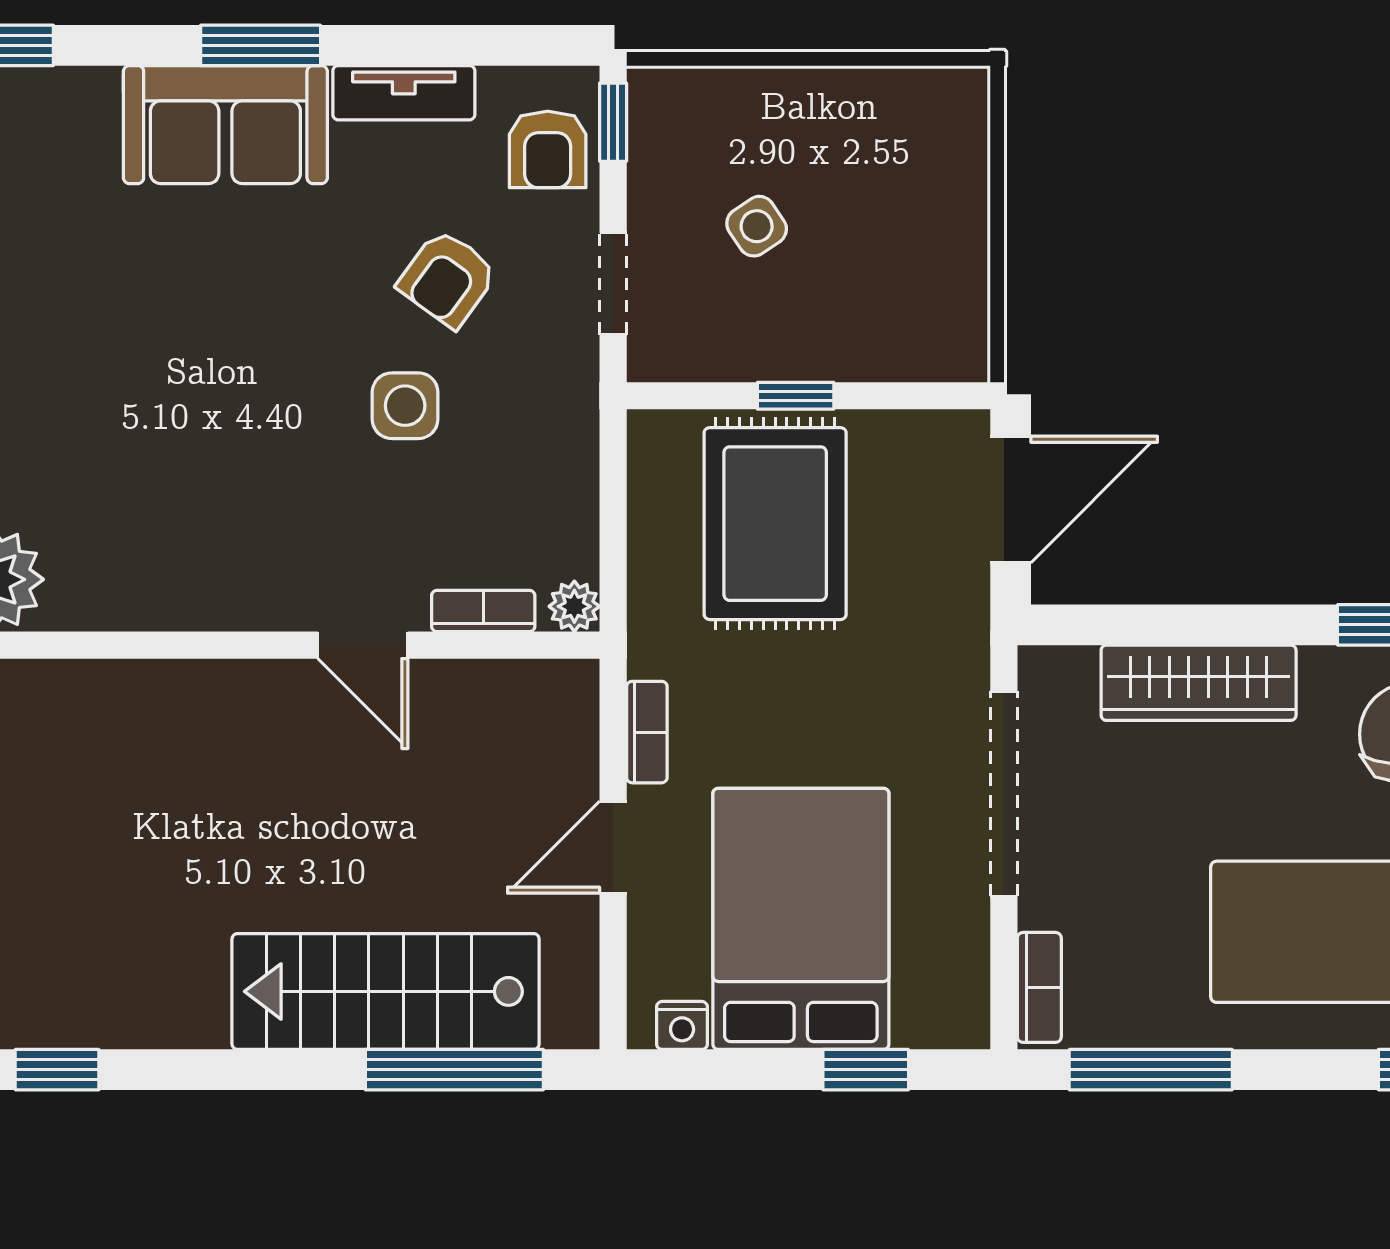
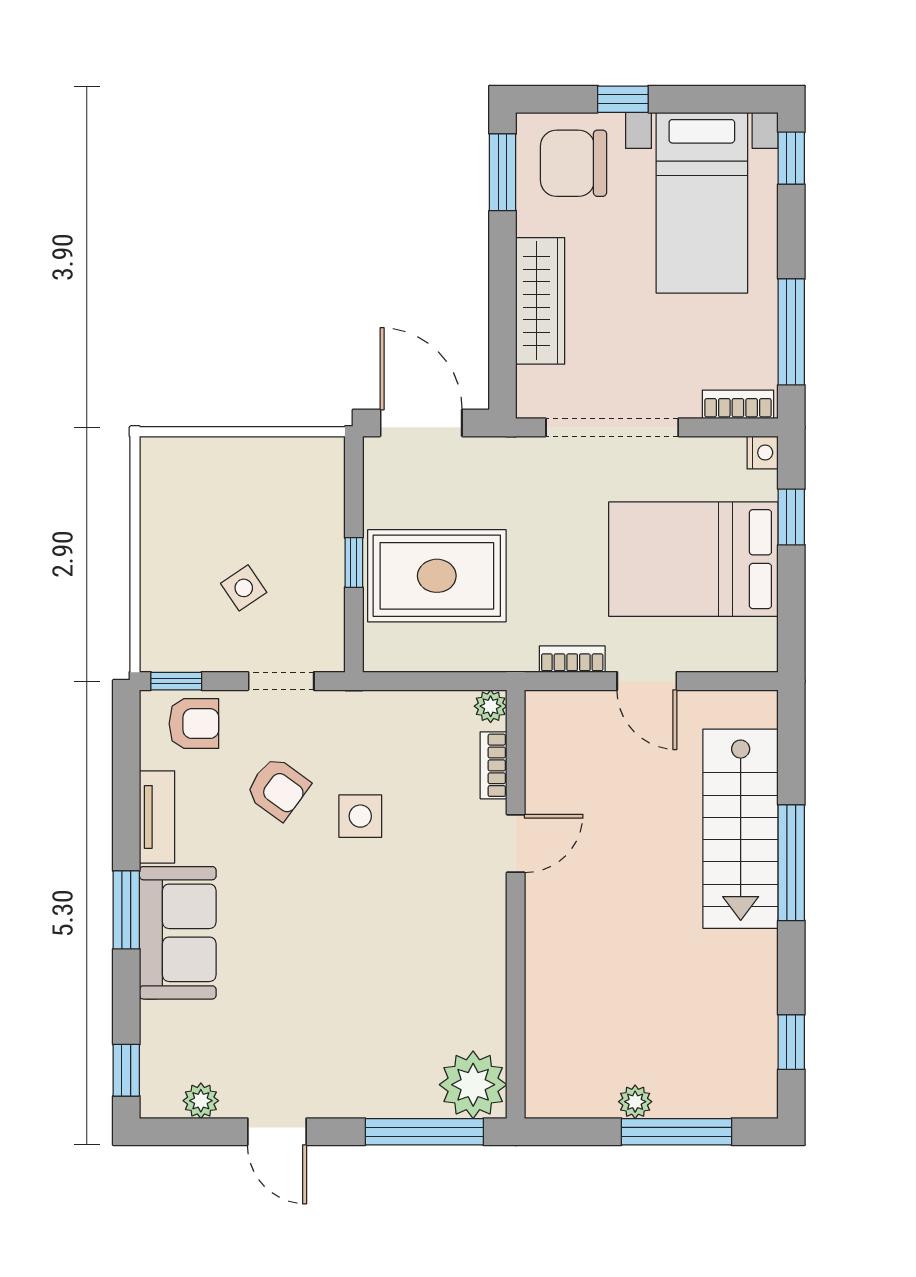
nightstand: (682, 1025) -> (763, 453), moved
window: (454, 1070) -> (791, 863), moved

